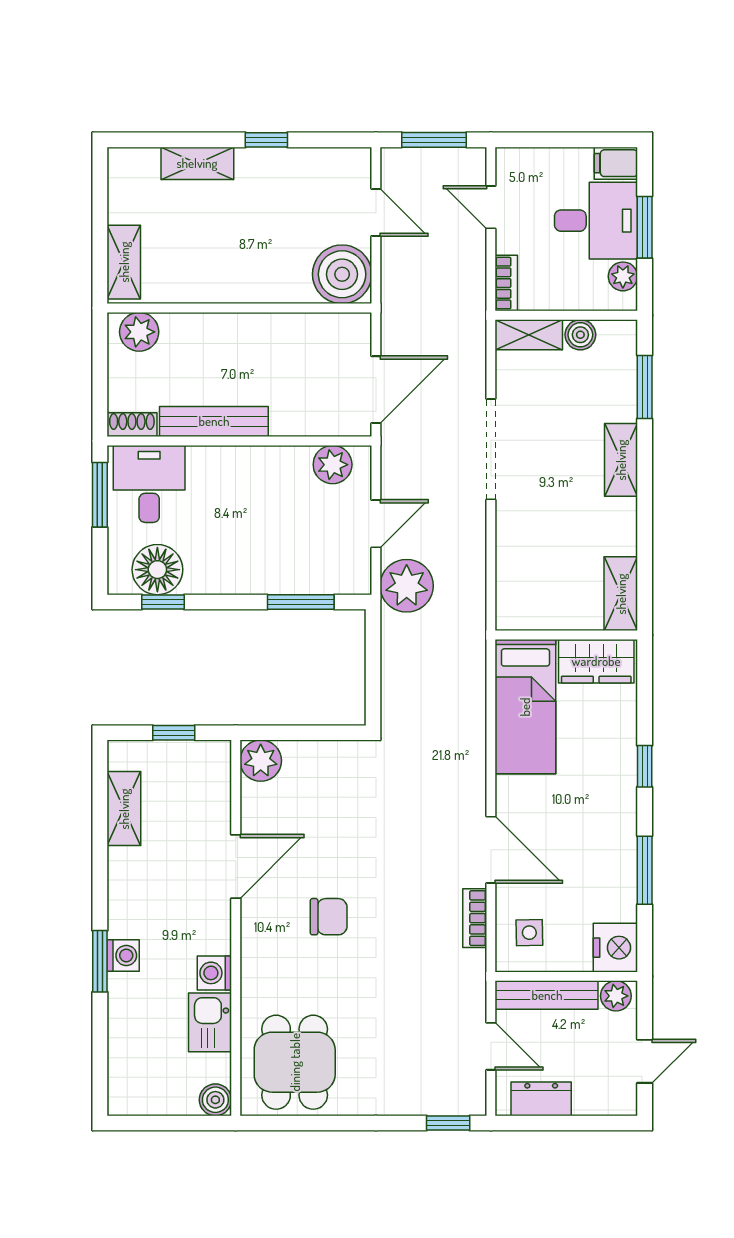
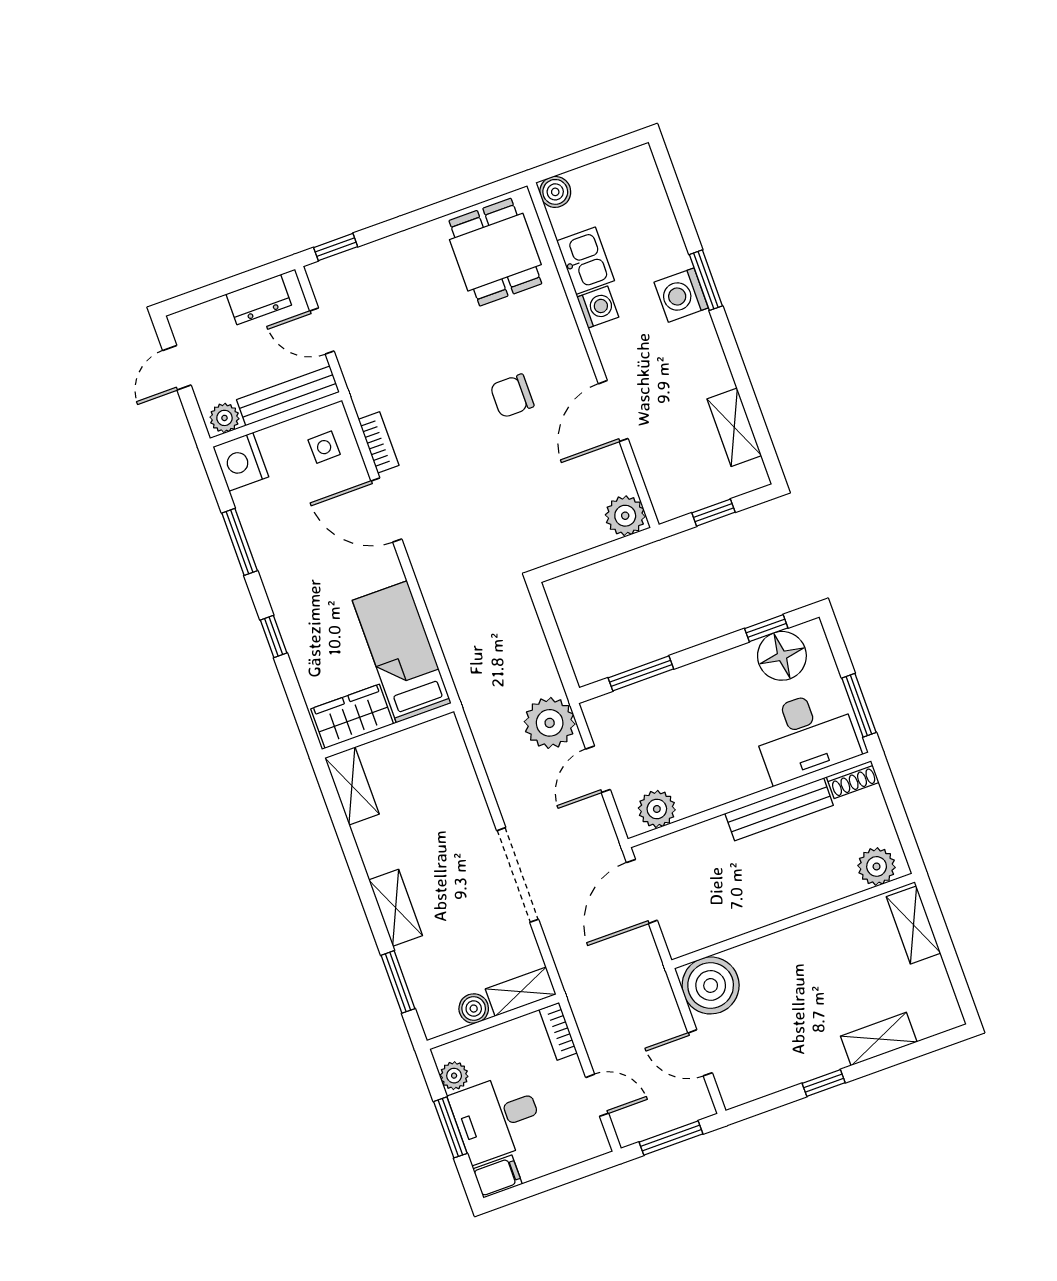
desk: (149, 484) -> (805, 736), width x1.37
washing machine: (123, 955) -> (681, 295), width x1.38, depth x1.38

